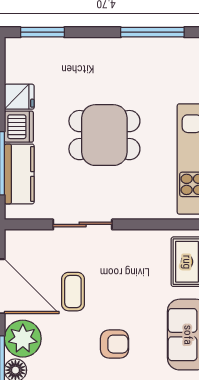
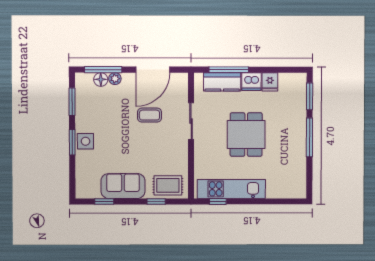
window: (152, 32) -> (309, 137), moved
plant: (23, 339) -> (115, 79), width x0.53, depth x0.53
armchair: (115, 344) -> (117, 141), removed

